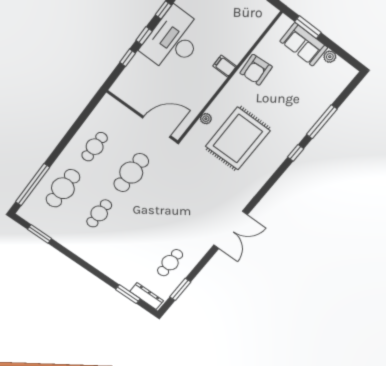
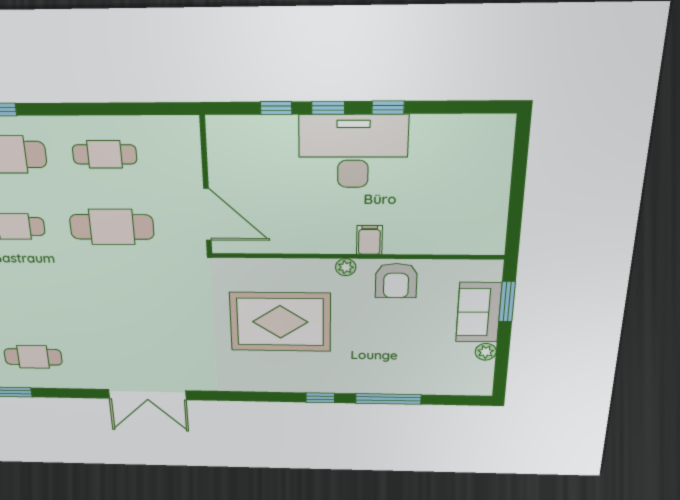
armchair: (256, 70) -> (396, 281), turned -86
plant: (206, 119) -> (346, 267), moved

